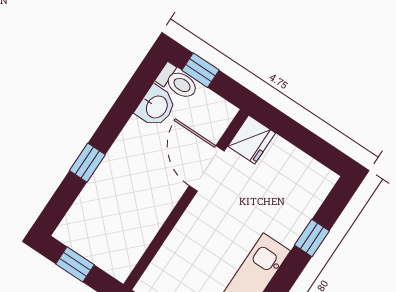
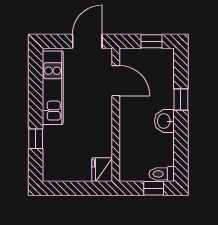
washbasin: (156, 106) -> (164, 121), moved
door: (207, 168) -> (116, 81), moved

